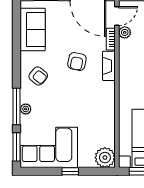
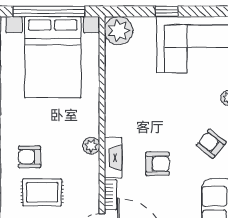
plant: (125, 32) -> (91, 146), moved
armchair: (77, 61) -> (157, 164), turned 79

